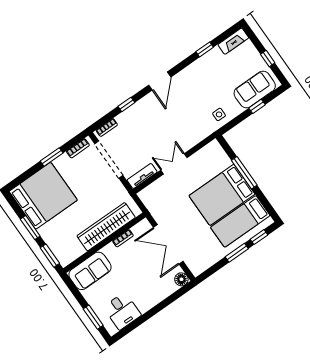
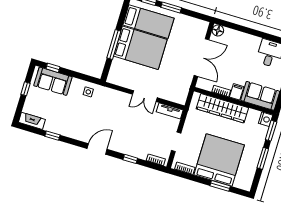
window: (257, 106) -> (53, 68), moved
window: (52, 157) -> (220, 186), moved
doorway: (109, 160) -> (176, 142), width x0.53
bed: (43, 196) -> (219, 160), moved, turned 90
filing cabinet: (111, 252) -> (237, 92), added
nightstand: (64, 259) -> (266, 119), added

